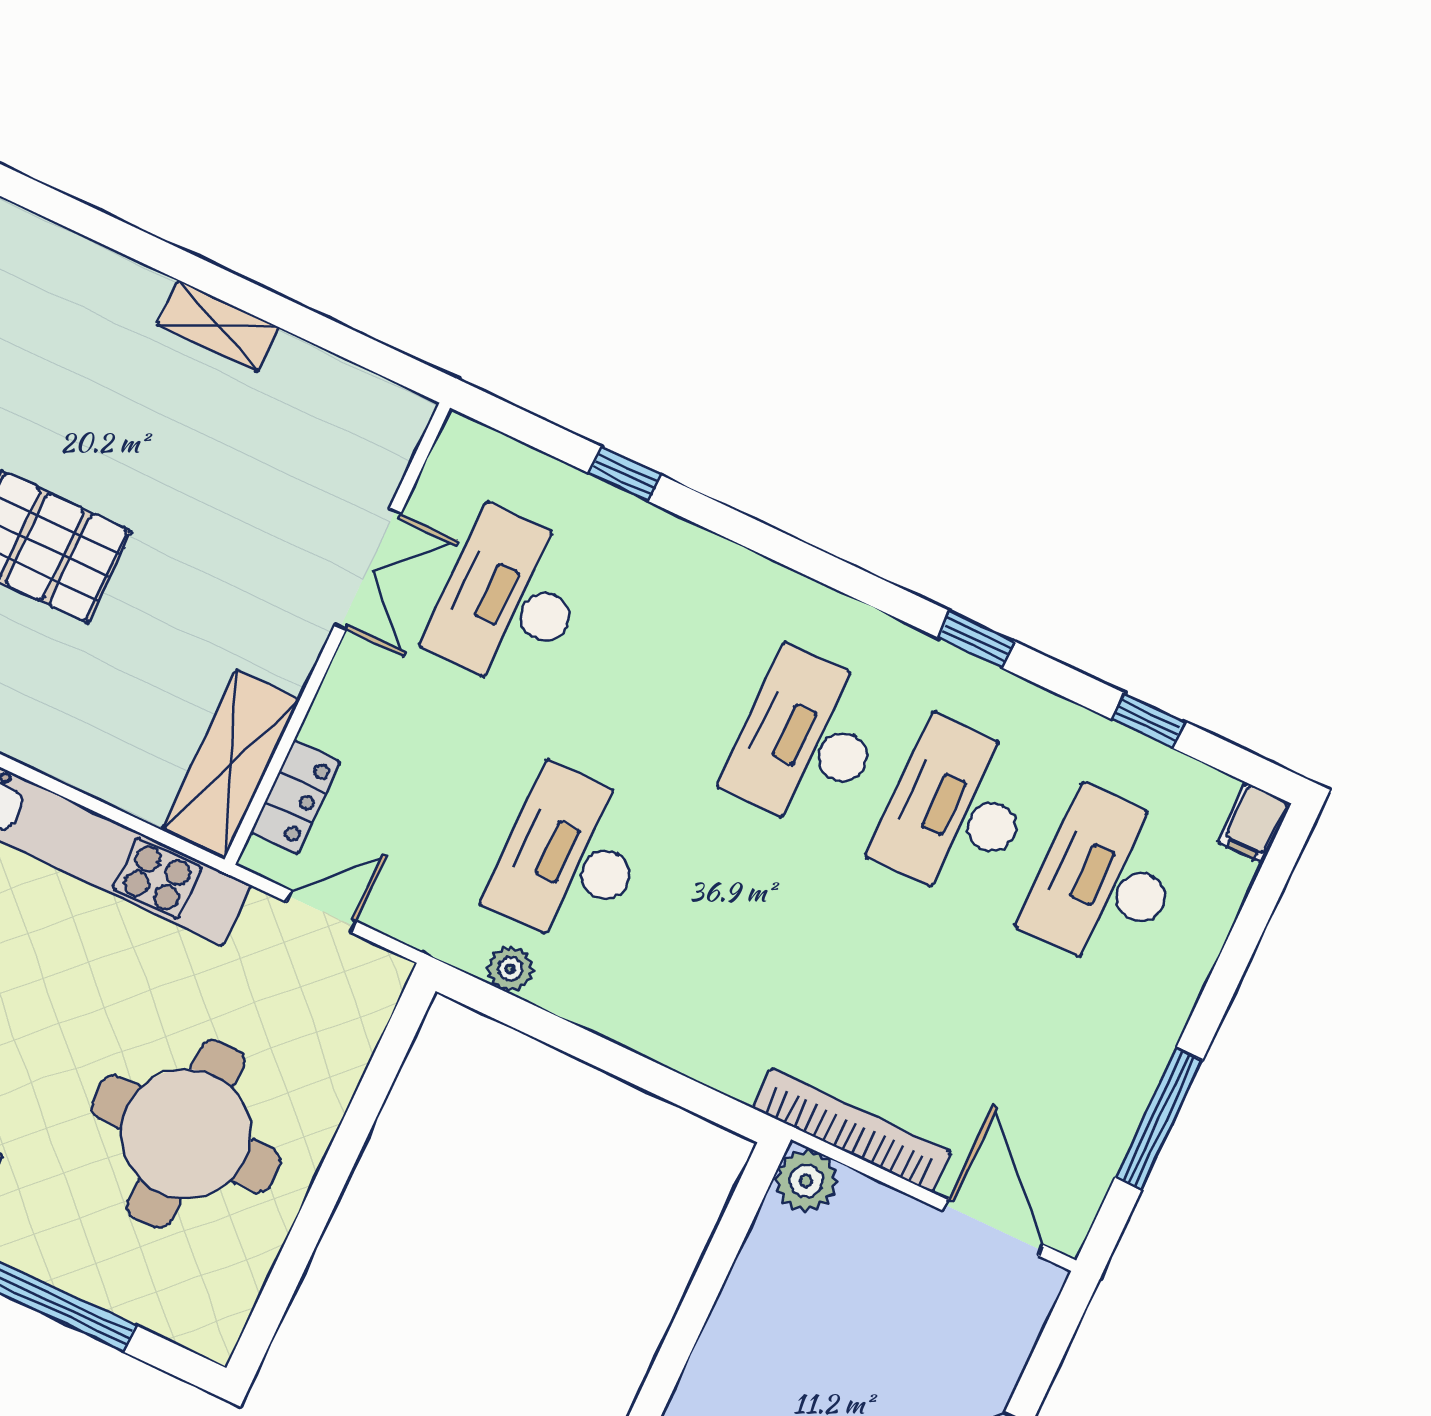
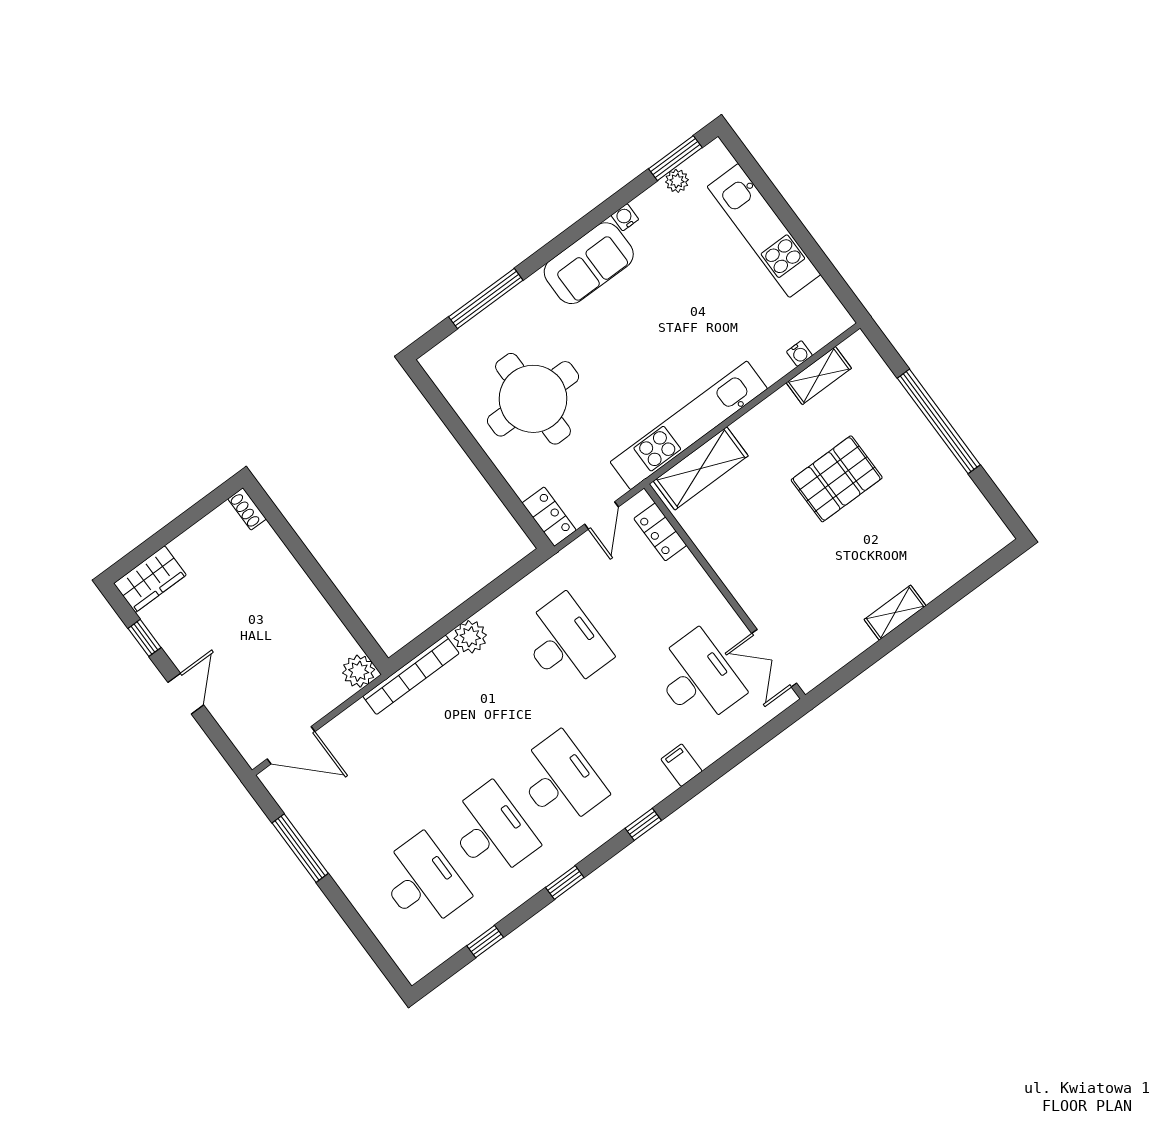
window: (625, 474) -> (643, 824), moved
double door: (368, 569) -> (774, 658), moved
shelving: (231, 764) -> (701, 468), moved, turned 90
filing cabinet: (1254, 823) -> (682, 765), moved
plant: (510, 969) -> (470, 637), moved, width x1.38, depth x1.38
locker: (371, 999) -> (549, 517), added
bookcase: (852, 1130) -> (411, 675), moved

